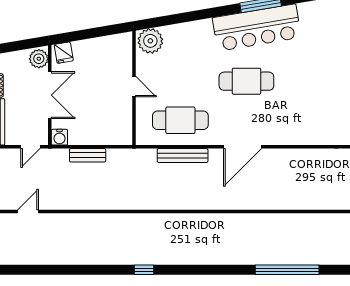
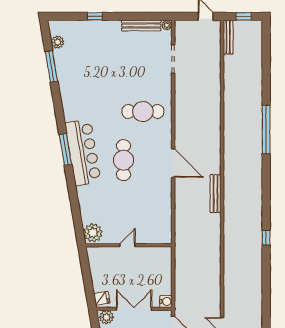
cafe table: (180, 120) -> (143, 112), moved, turned 90
bench: (88, 155) -> (180, 280), removed
bench: (183, 156) -> (215, 194), moved

